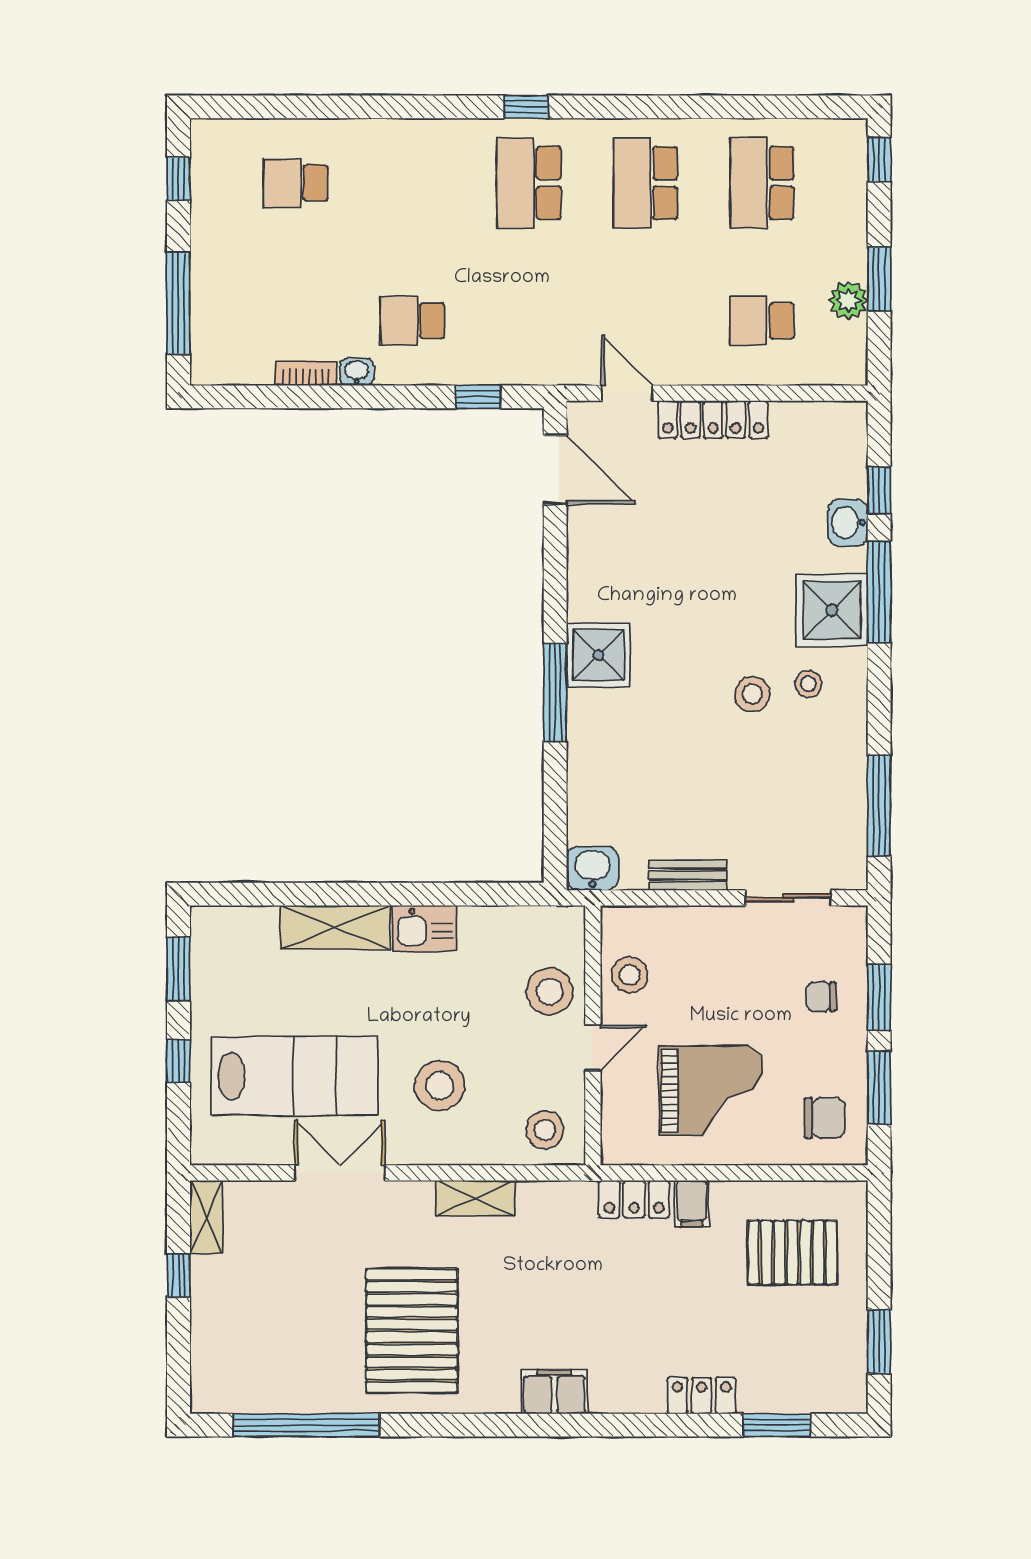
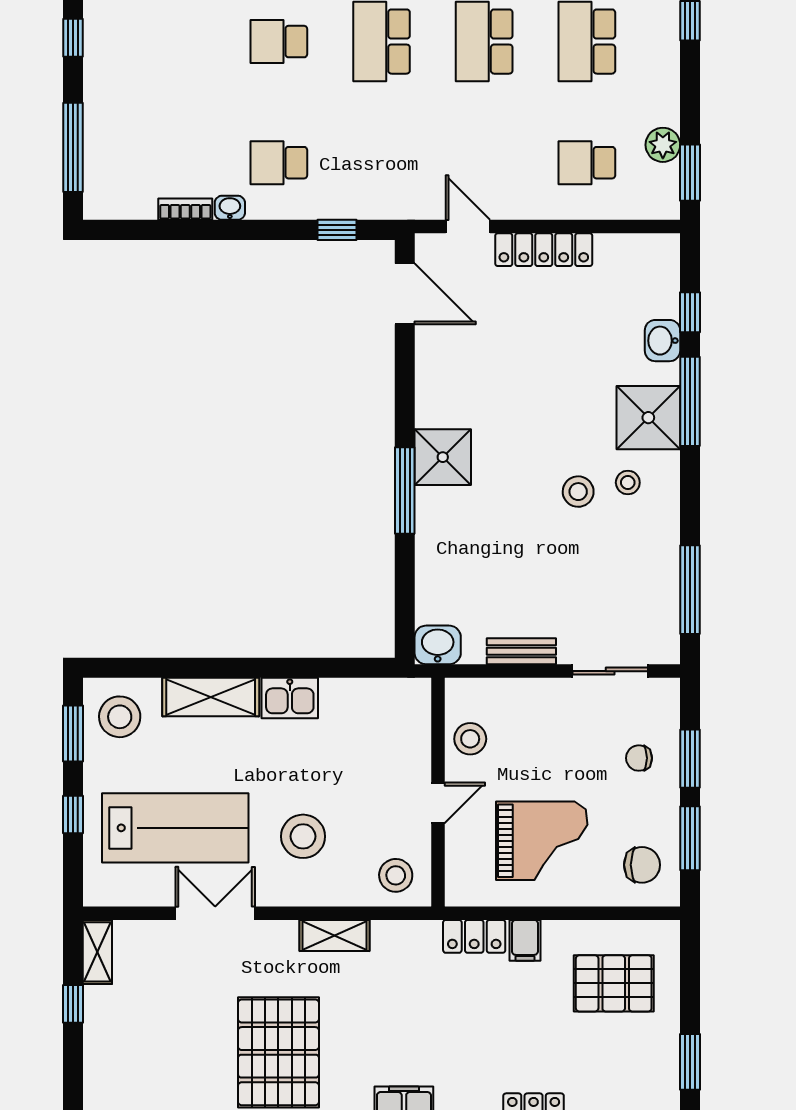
school desk: (296, 183) -> (279, 42), moved
window: (879, 279) -> (690, 173), moved
stool: (550, 991) -> (120, 717), moved

